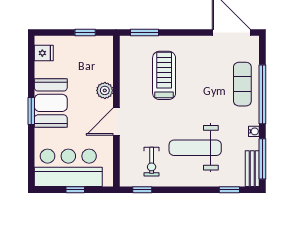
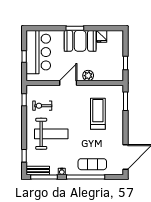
fridge: (44, 53) -> (102, 36), moved
treadmill: (164, 75) -> (98, 114), turned -90
door: (116, 122) -> (68, 83), hinge flipped
weight bench: (195, 148) -> (51, 134), turned 90

